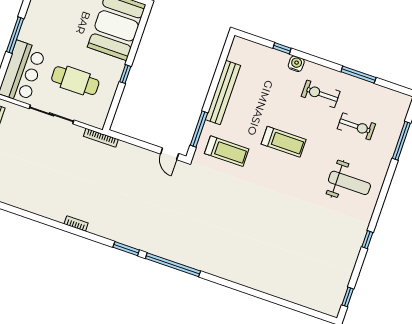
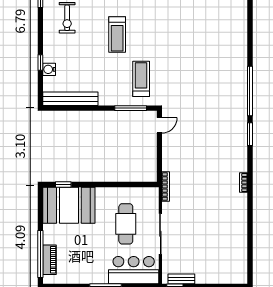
water cooler: (296, 64) -> (49, 69), moved
window: (125, 74) -> (63, 185), moved
bench: (223, 92) -> (70, 99), moved
treadmill: (284, 142) -> (117, 35), turned 180

